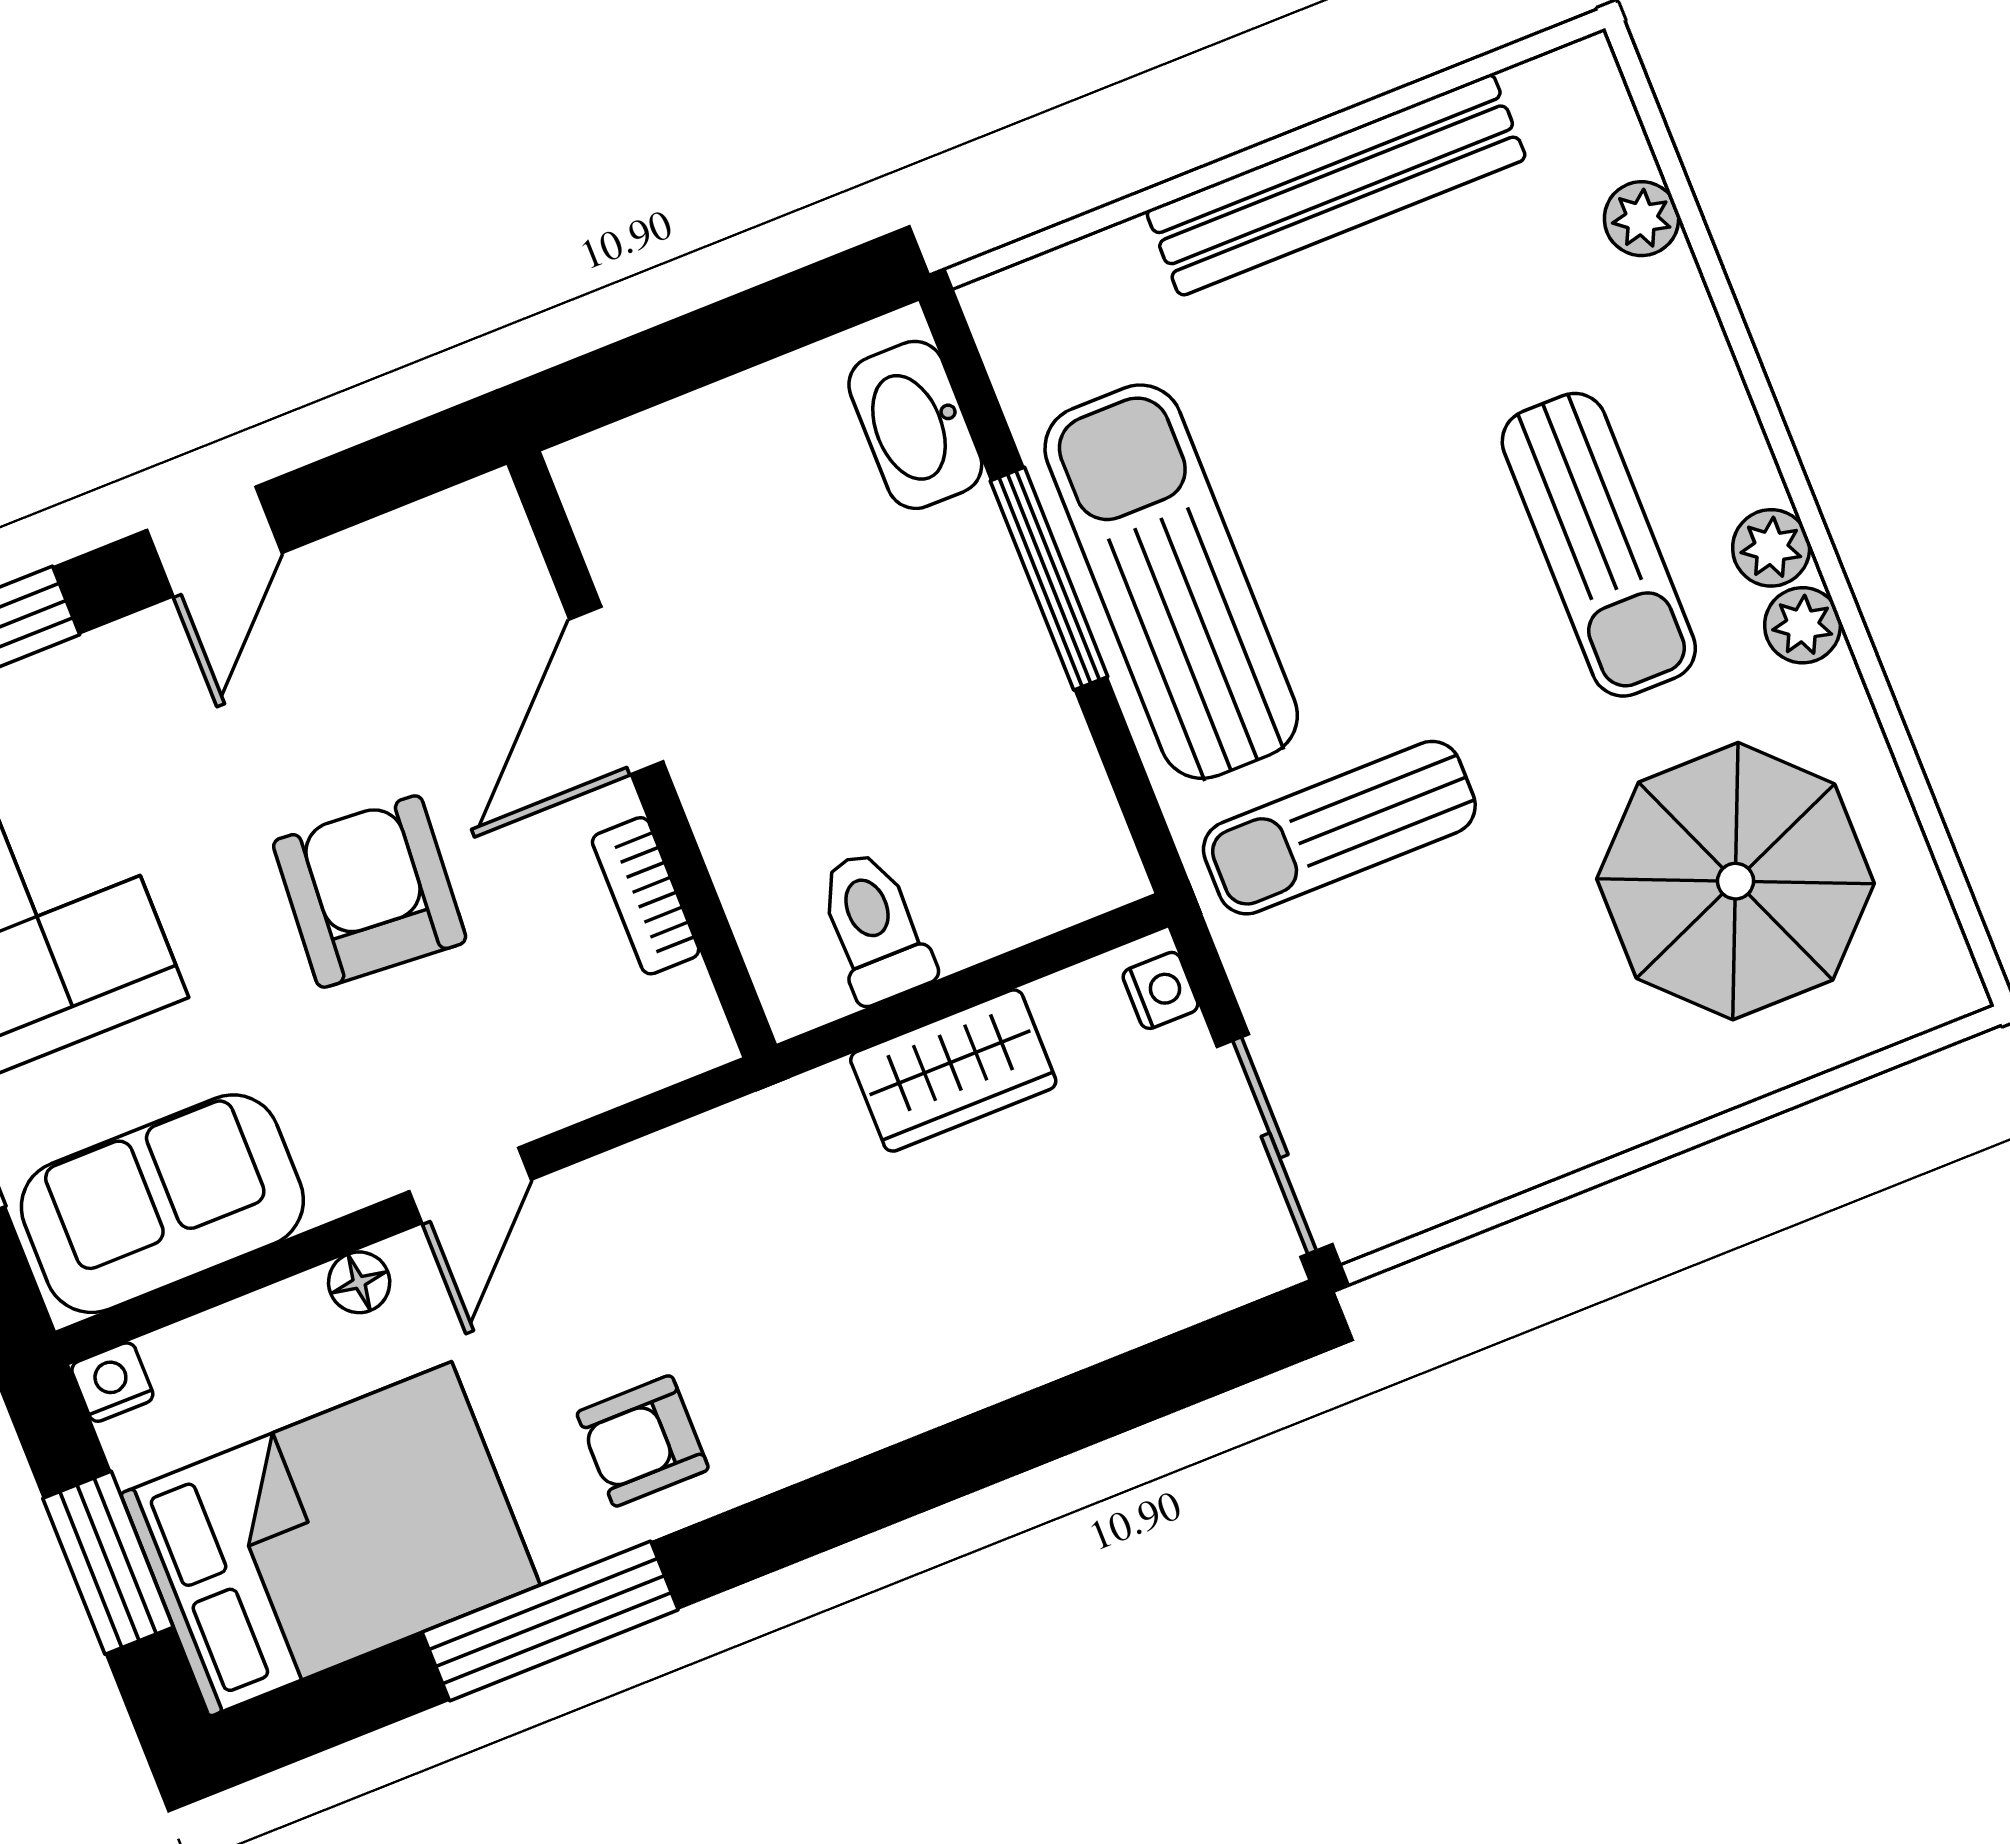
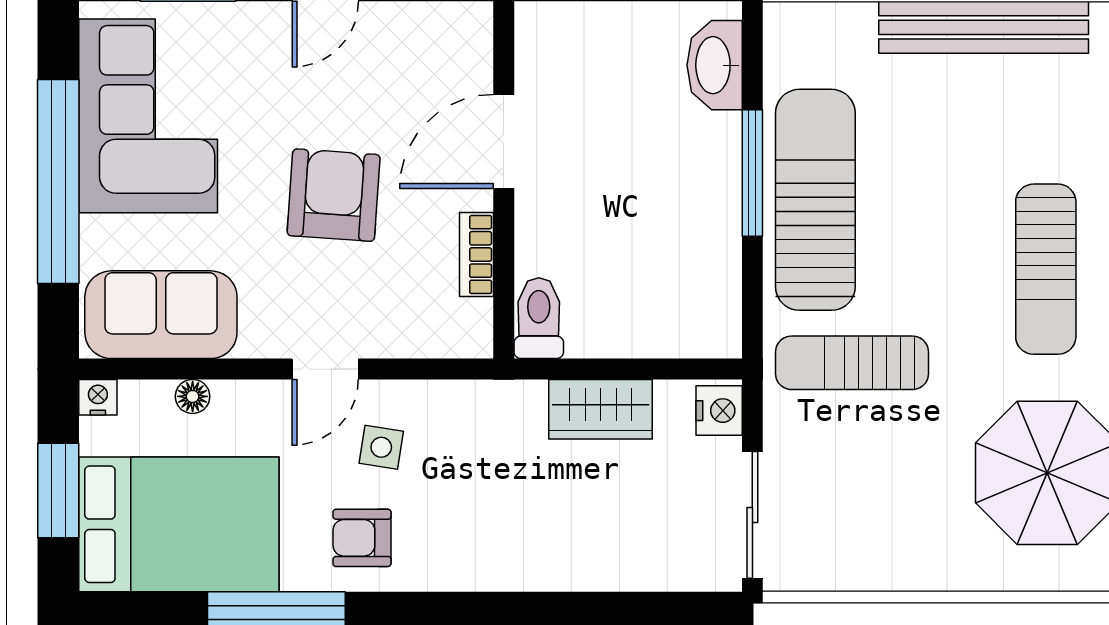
toilet: (875, 927) -> (539, 318), moved
nightstand: (1161, 990) -> (719, 411), width x1.39, depth x1.35
side table: (615, 1278) -> (381, 447), added
floor lamp: (359, 1282) -> (193, 396), moved

